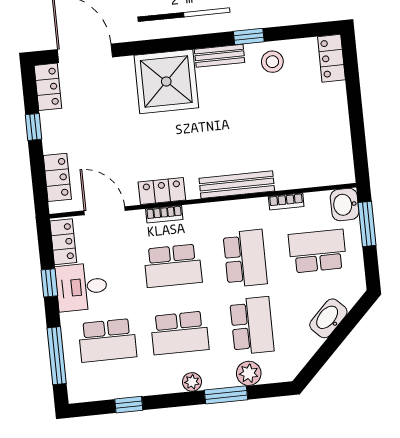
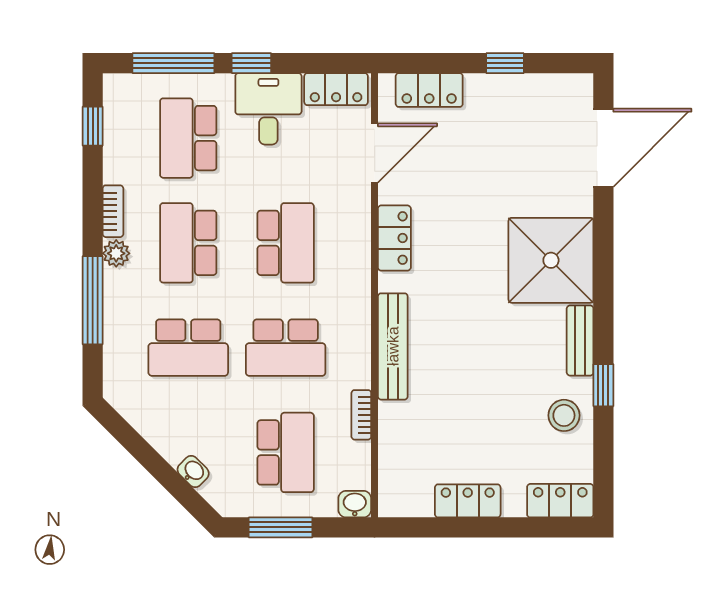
locker: (48, 87) -> (468, 501), moved, turned 180
washbasin: (345, 205) -> (355, 504), width x0.72, depth x0.69
bookcase: (164, 214) -> (113, 211), moved, turned 180
window: (367, 224) -> (281, 527), moved
school desk: (173, 266) -> (286, 243), turned 180
window: (49, 283) -> (251, 63), moved
washbasin: (328, 318) -> (193, 471), width x0.52, depth x0.69
plant: (249, 373) -> (120, 336), removed
window: (226, 395) -> (93, 300), width x1.44
window: (129, 405) -> (93, 126), moved

